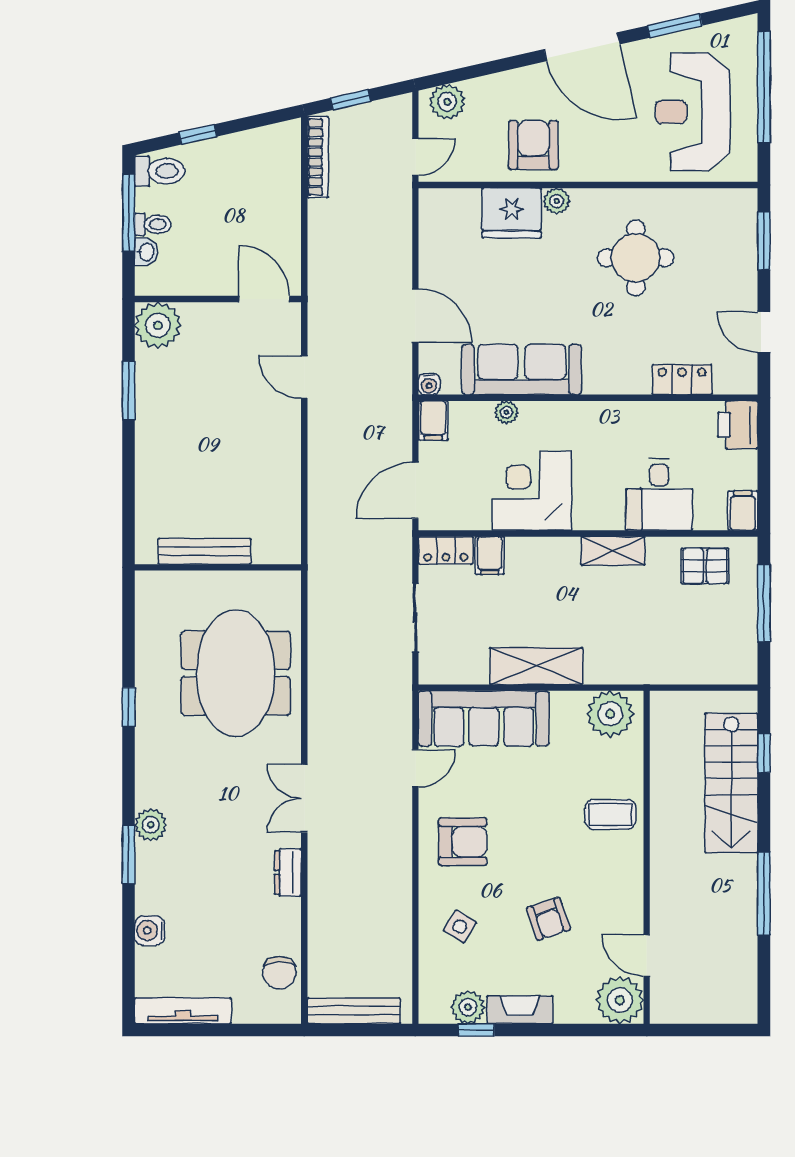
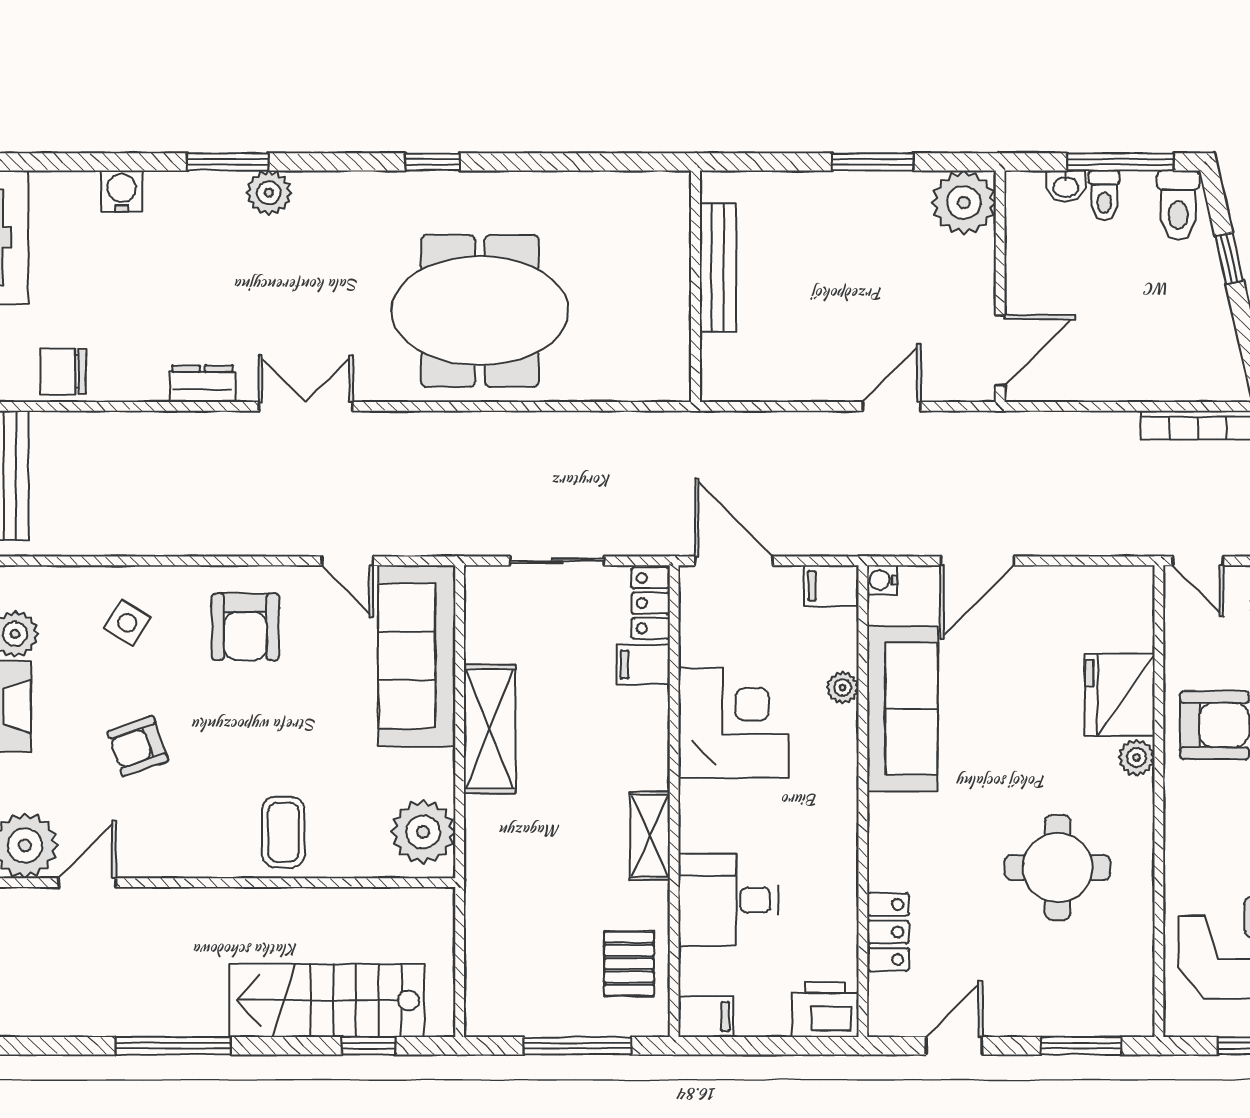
bench: (205, 551) -> (718, 268), moved
wall: (218, 567) -> (696, 286), moved

